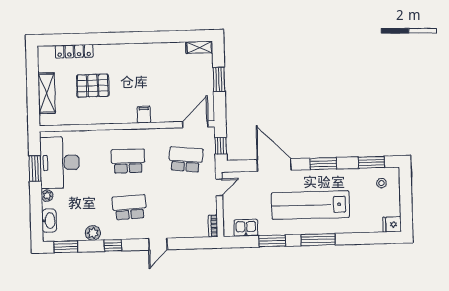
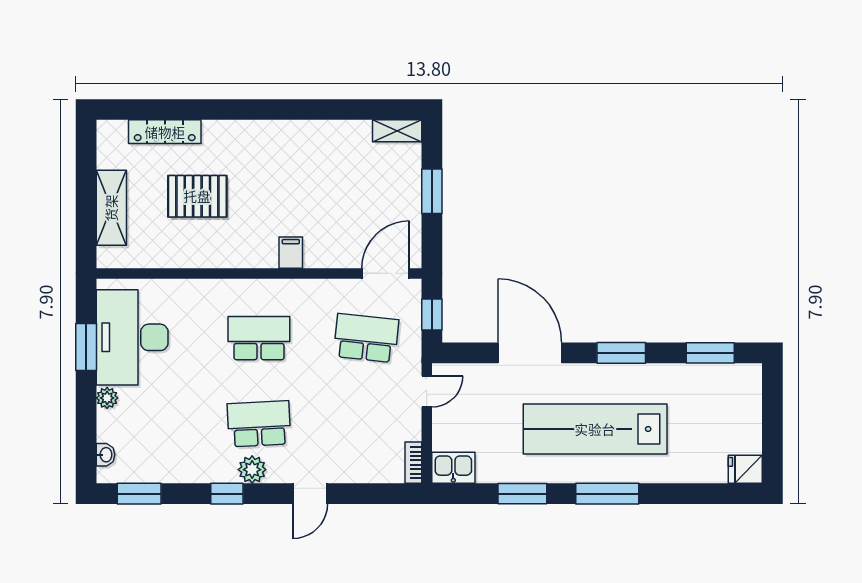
stool: (381, 183) -> (728, 392), removed
washbasin: (49, 221) -> (106, 455), width x0.52, depth x0.69
kitchen sink: (246, 228) -> (453, 468), moved
plant: (93, 233) -> (252, 470), moved

